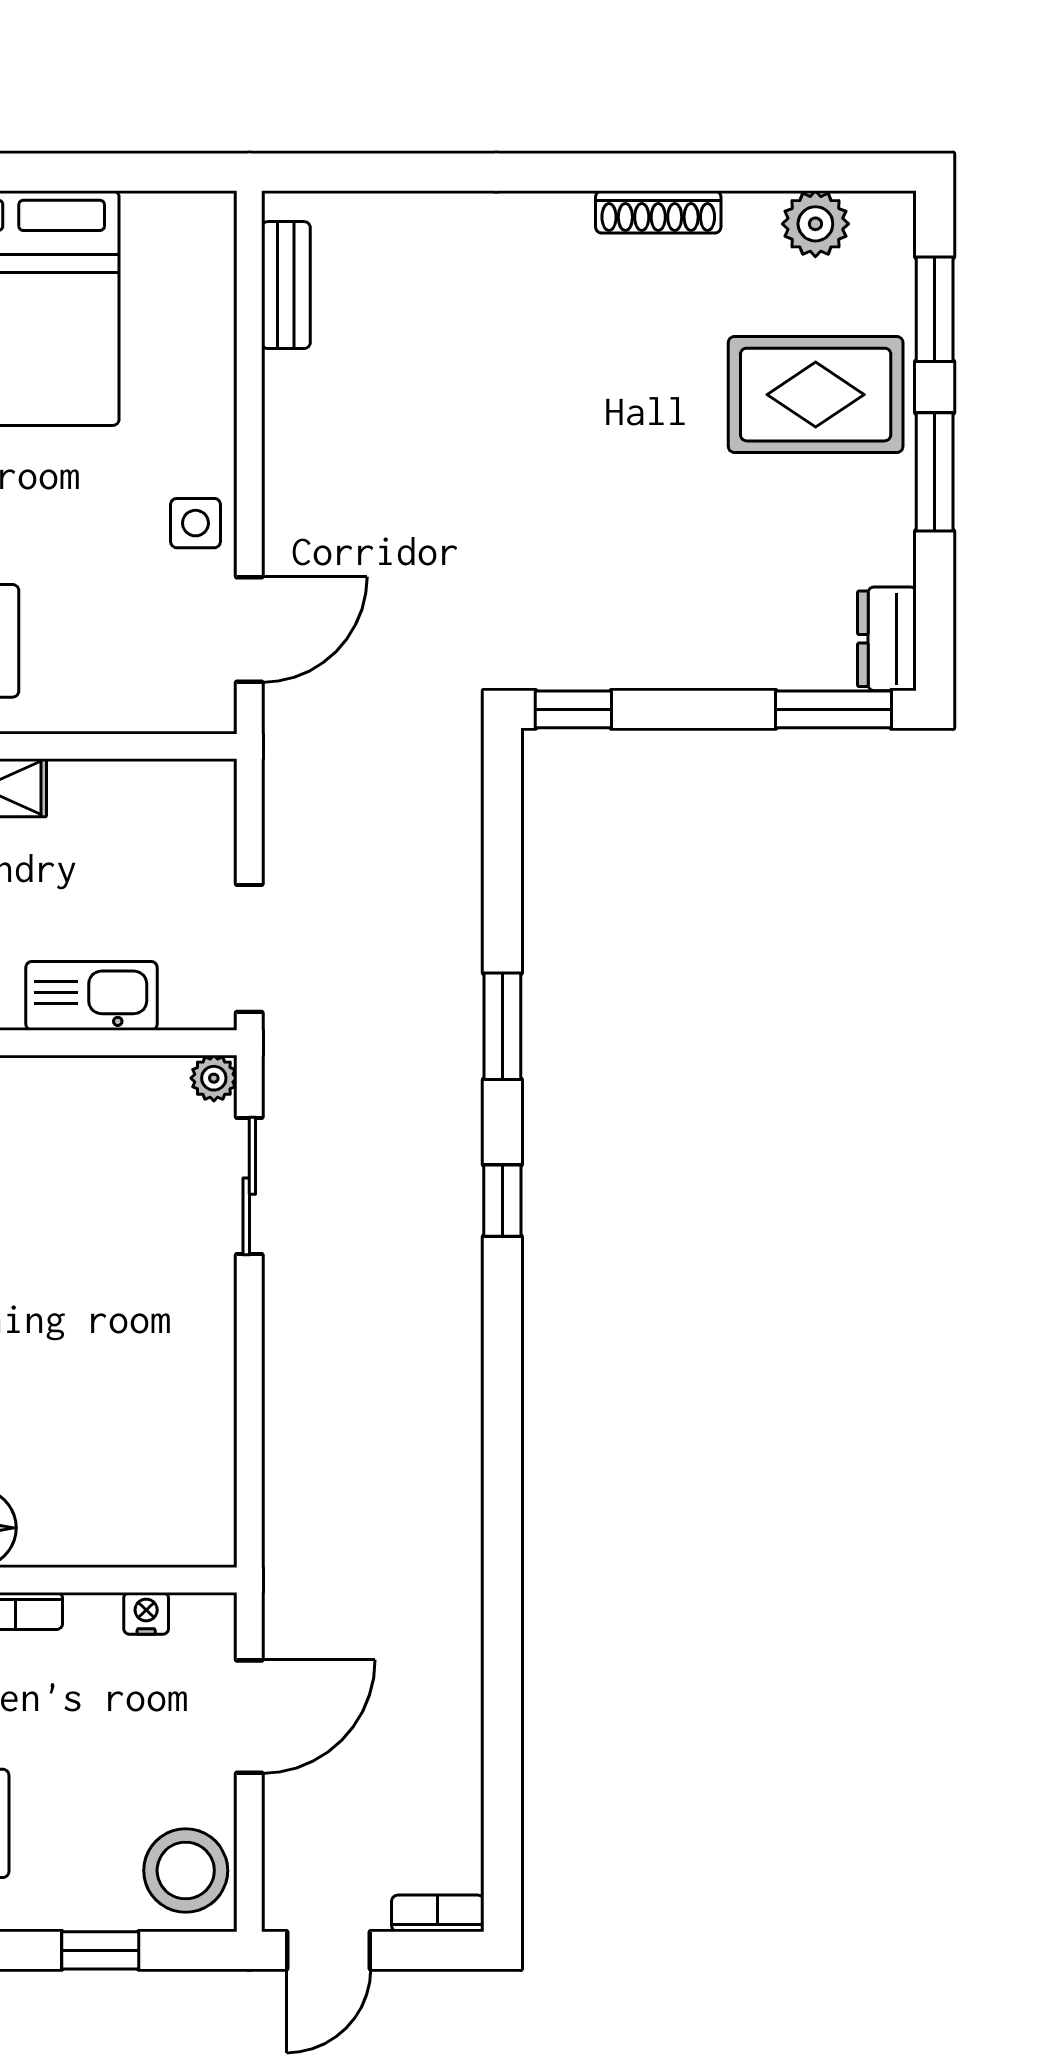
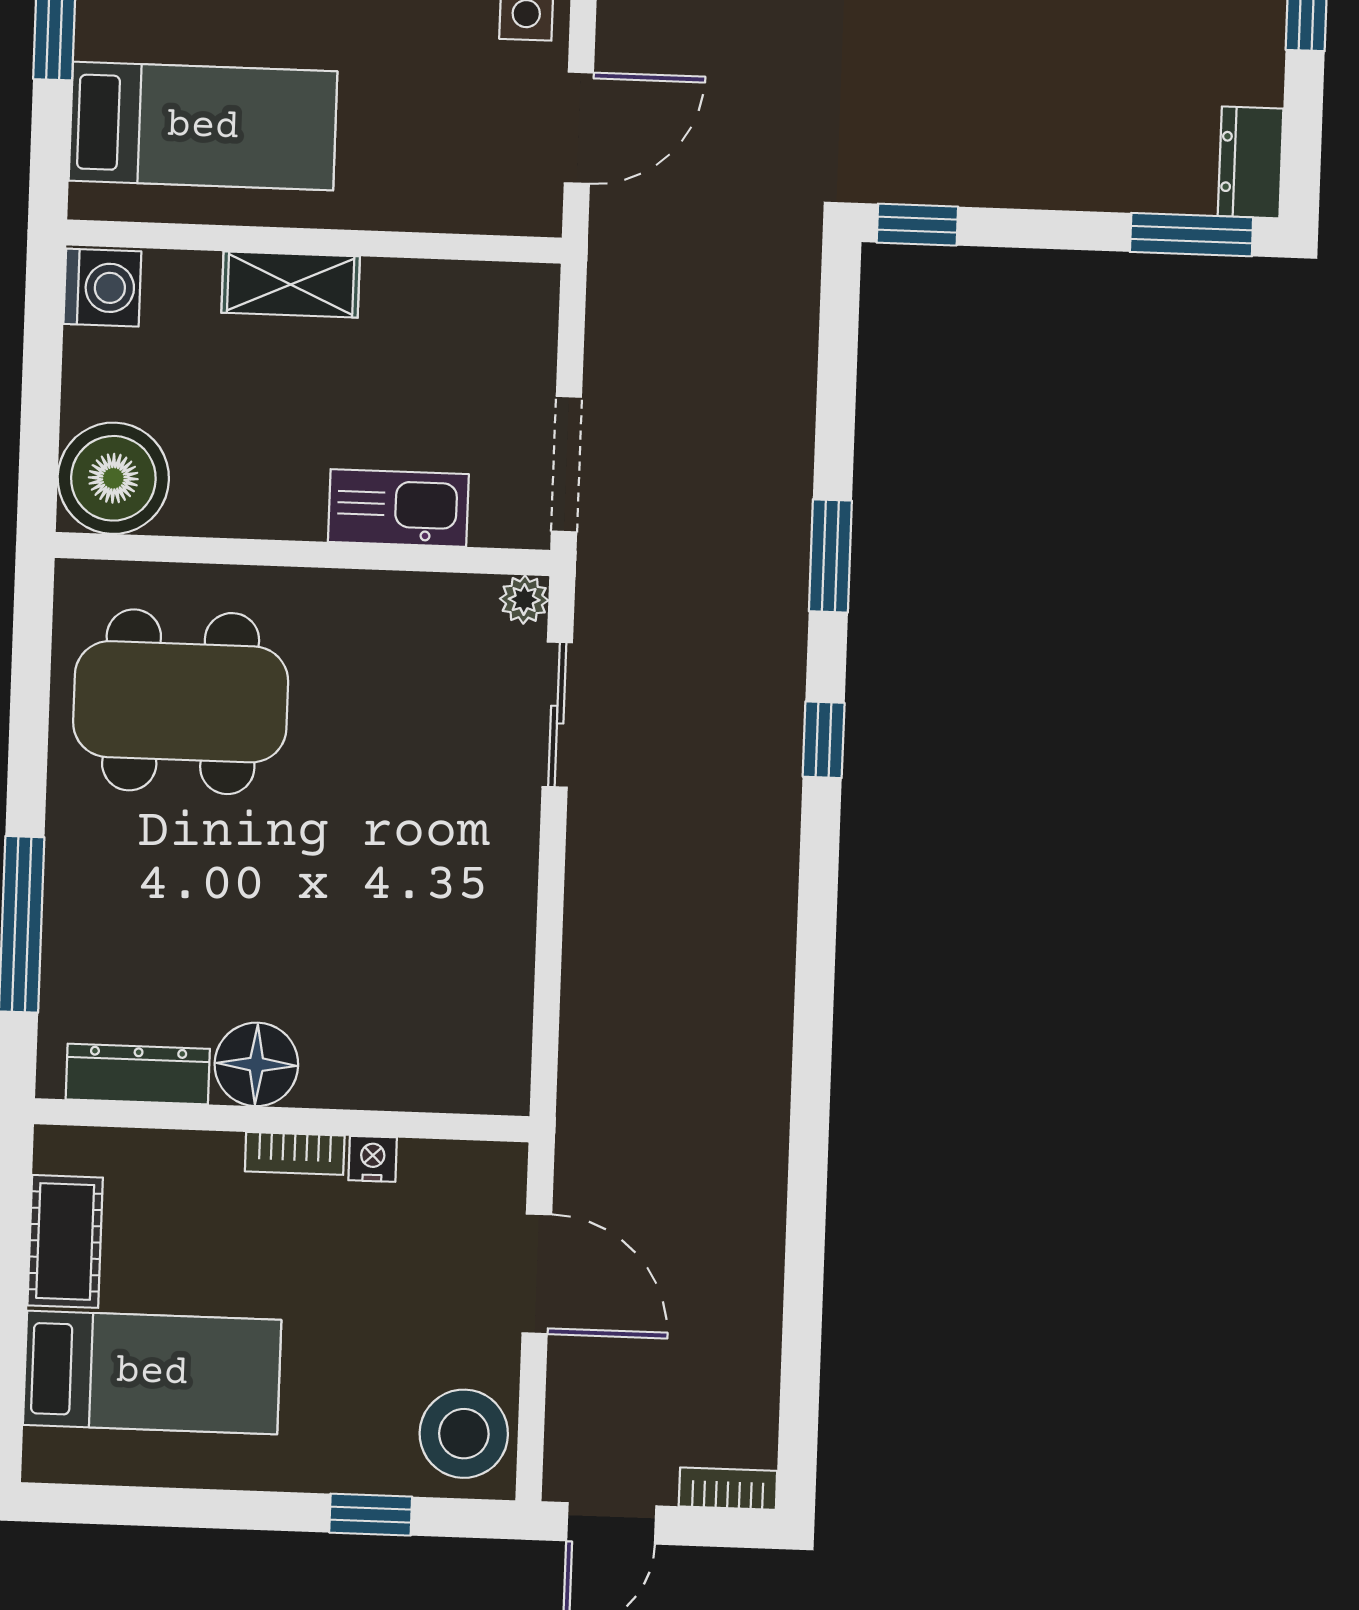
nightstand: (146, 1613) -> (373, 1159), moved
door: (249, 1717) -> (537, 1274), hinge flipped

